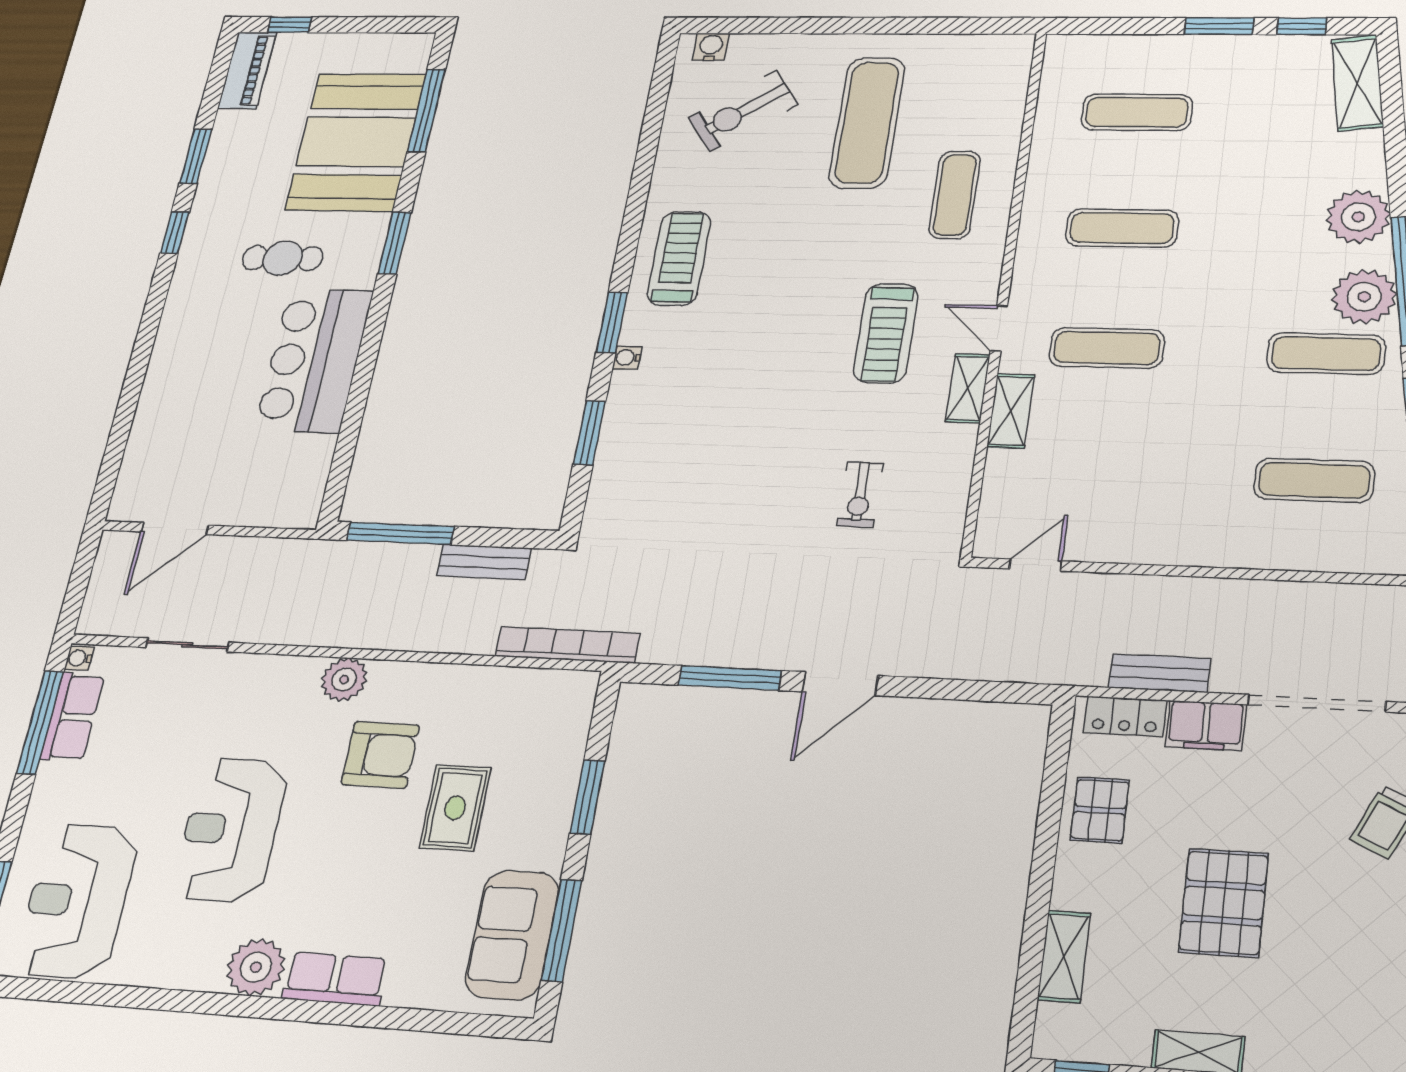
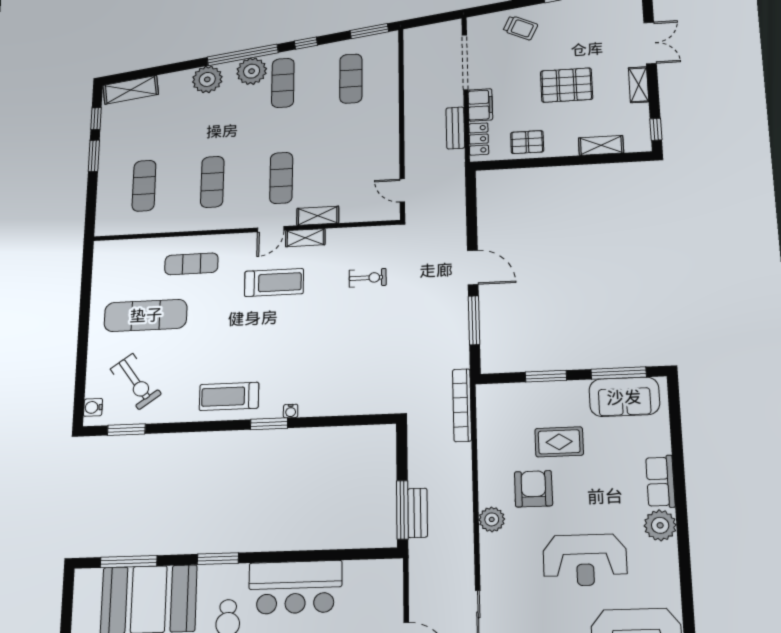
window: (590, 433) -> (126, 430), moved
bench: (484, 562) -> (418, 513), moved

